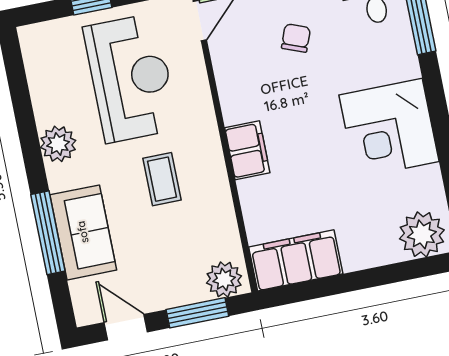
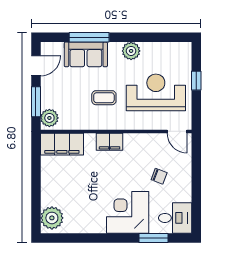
reception desk: (131, 78) -> (156, 92), turned 180
corner desk: (389, 128) -> (128, 212), moved
filing cabinet: (296, 260) -> (62, 144), moved, turned 90

